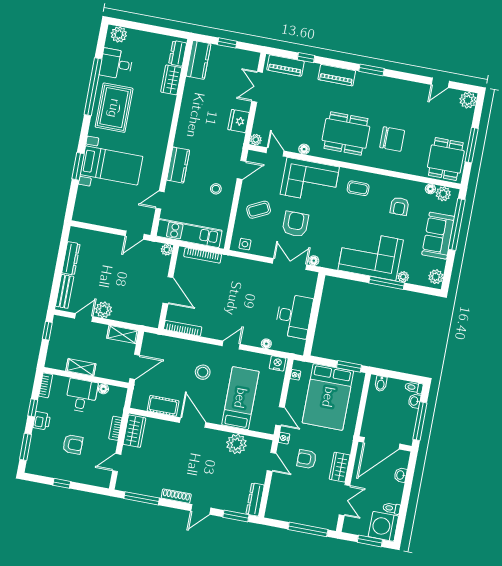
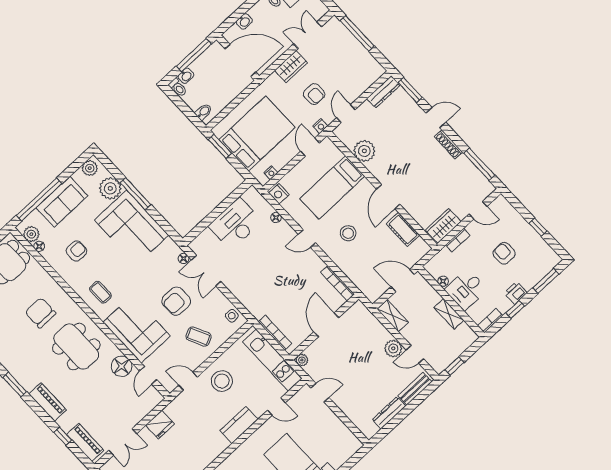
plant: (256, 140) -> (157, 398), removed
floor lamp: (304, 149) -> (122, 366), width x1.89, depth x1.89
stool: (216, 189) -> (222, 381), width x1.89, depth x1.89
plant: (403, 277) -> (110, 188), width x1.88, depth x1.88

